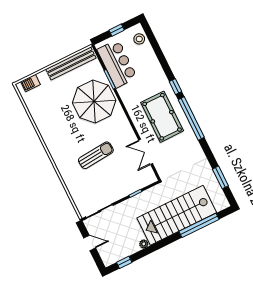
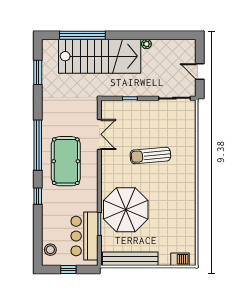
window: (175, 87) -> (38, 196), moved
window: (124, 262) -> (175, 35), removed

